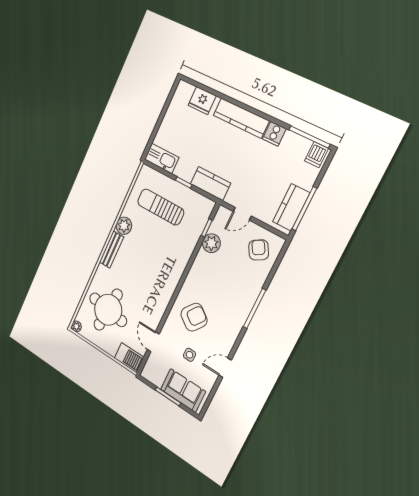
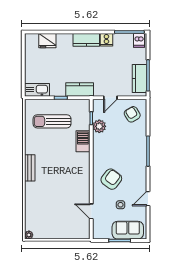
kitchen counter: (241, 118) -> (86, 40), width x0.67
plant: (124, 226) -> (31, 147), removed
round table: (108, 310) -> (48, 209), removed
barbecue: (129, 358) -> (83, 141), moved, turned -90

